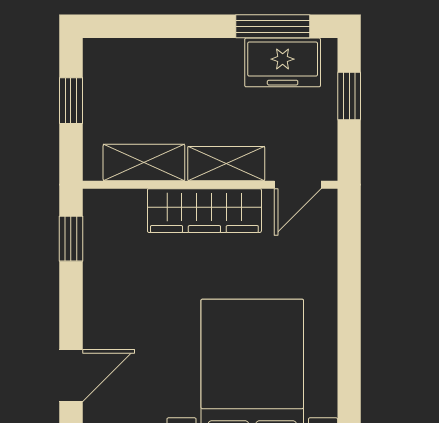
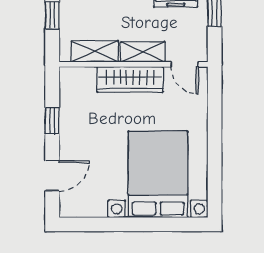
door: (298, 185) -> (185, 64), hinge flipped
window: (71, 239) -> (52, 121), moved

